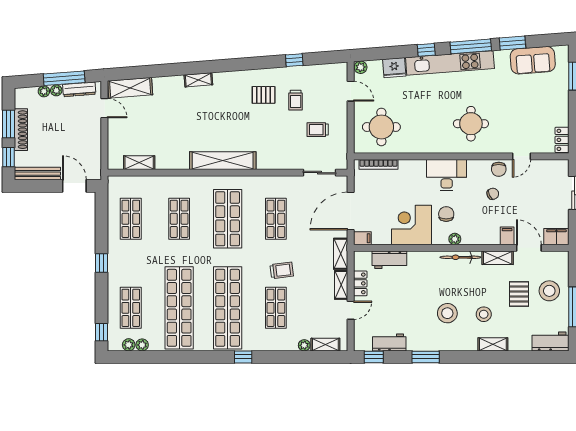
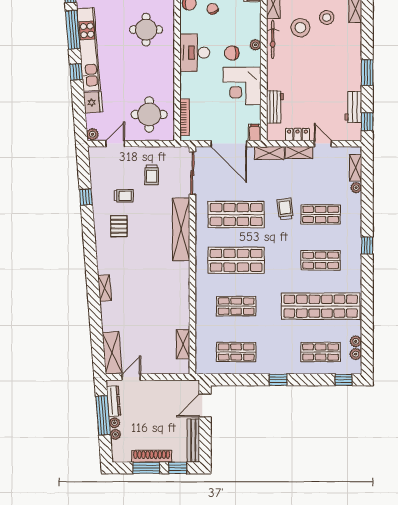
shelving: (223, 161) -> (181, 229), moved
sliding door: (320, 173) -> (192, 173), width x1.37
shop shelf: (276, 219) -> (236, 214), width x1.43, depth x1.36
shop shelf: (228, 308) -> (321, 260), width x0.50, depth x0.74
stool: (447, 313) -> (300, 28), moved

